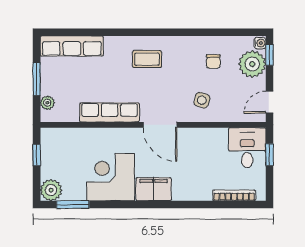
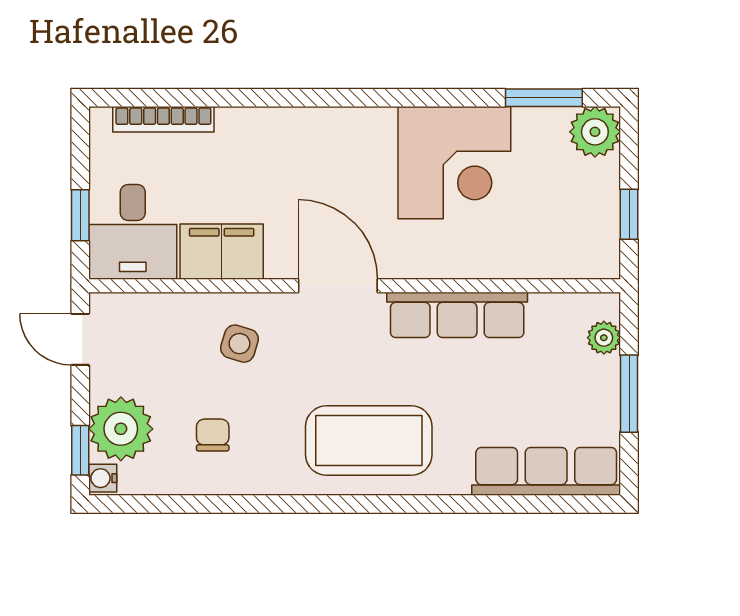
coffee table: (147, 59) -> (369, 441), width x1.86, depth x1.72
door: (269, 102) -> (80, 339), swing flipped
filing cabinet: (154, 189) -> (222, 252), moved, turned 180

